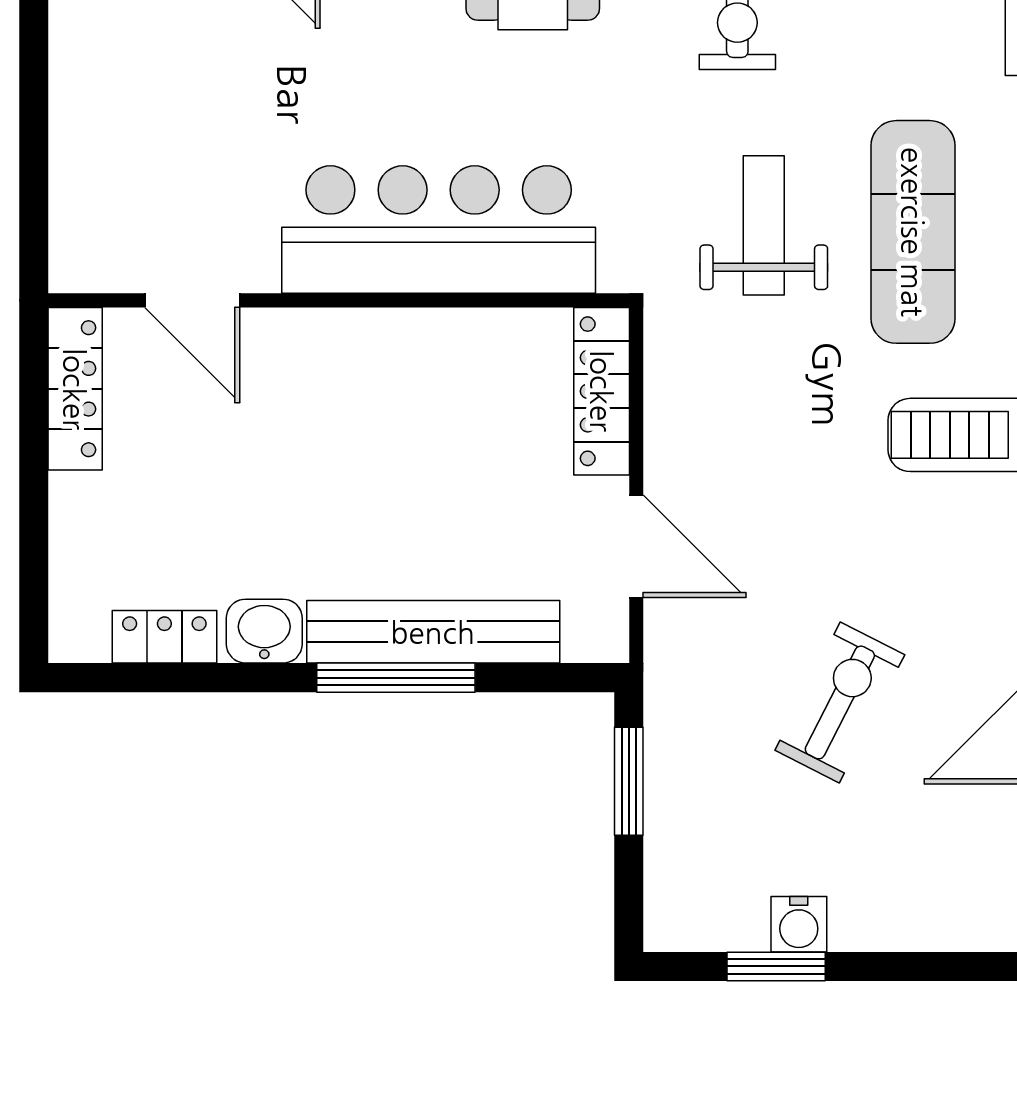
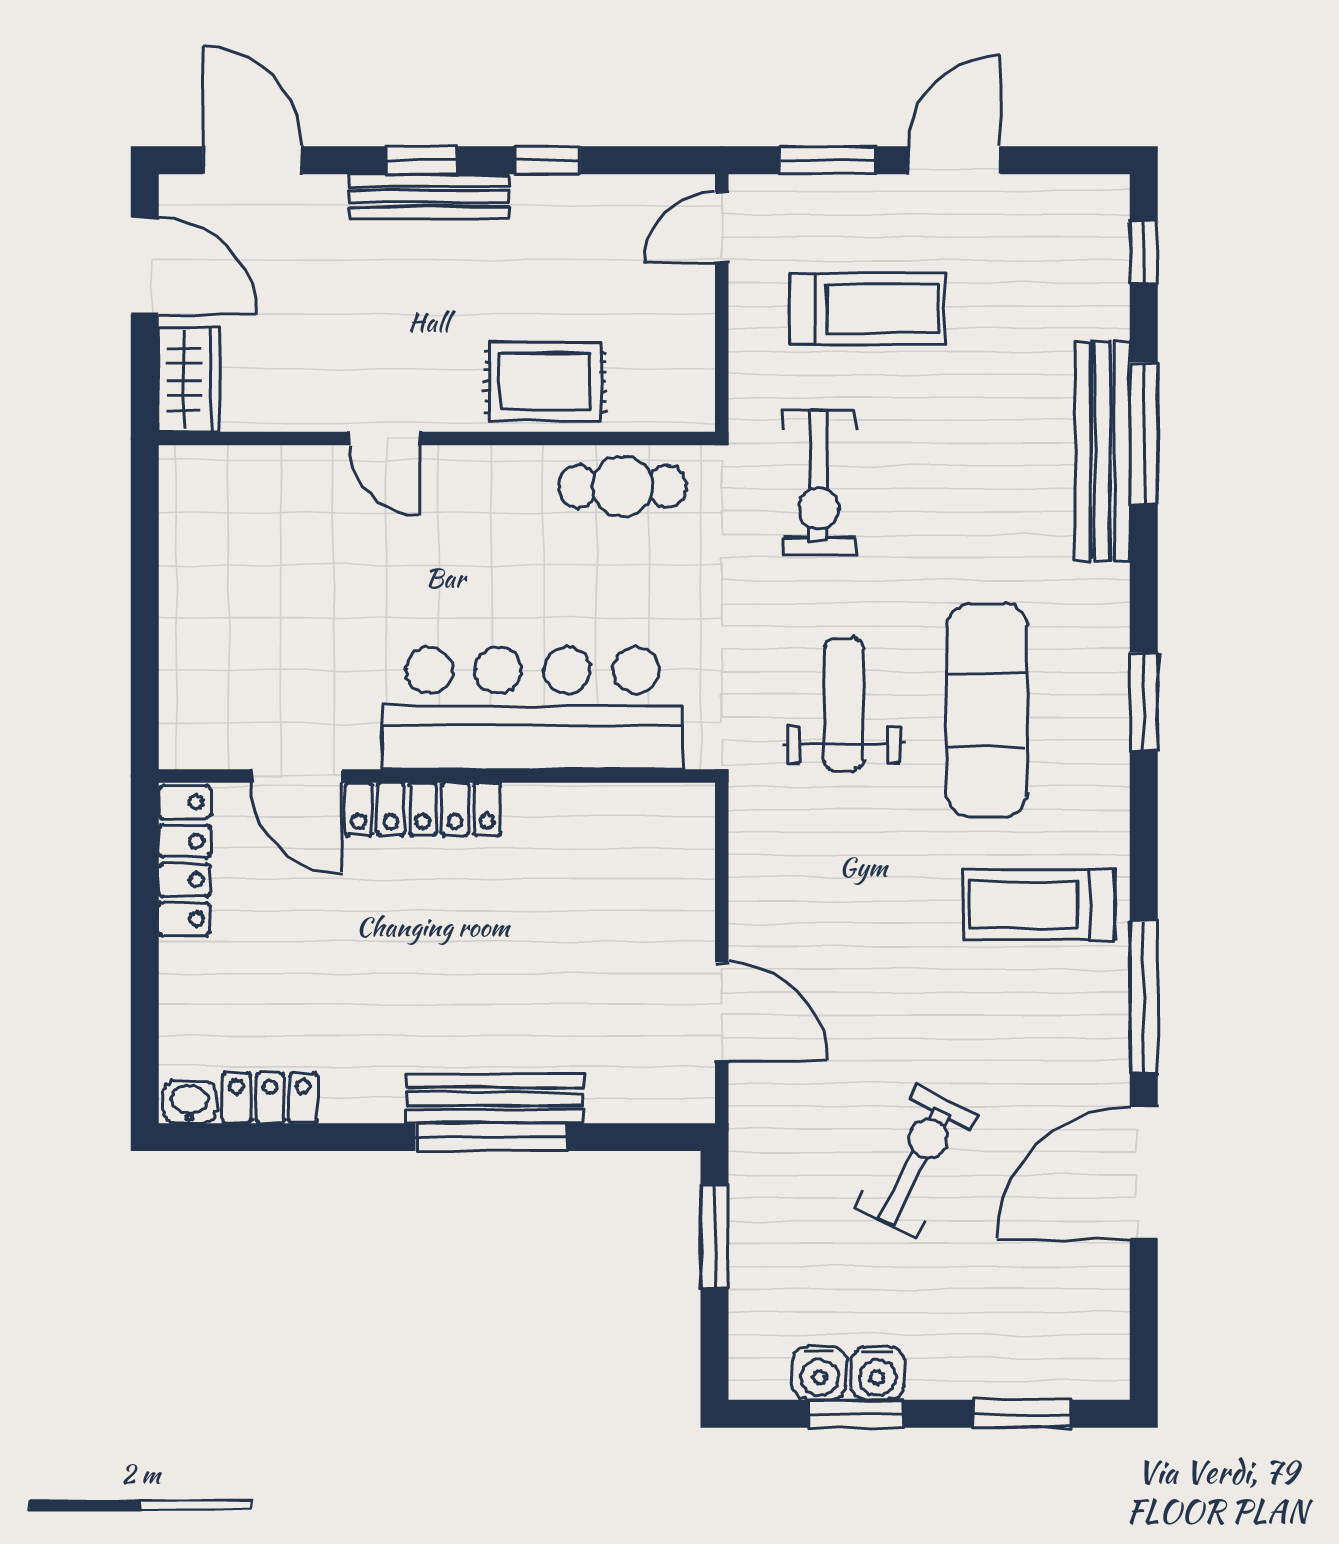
locker: (602, 391) -> (423, 809), moved, turned -90
washbasin: (264, 631) -> (189, 1102), moved, width x0.72, depth x0.69
bench: (433, 632) -> (495, 1099), width x0.73, depth x0.82
water cooler: (738, 924) -> (819, 1373), added
window: (950, 966) -> (1022, 1414), added

